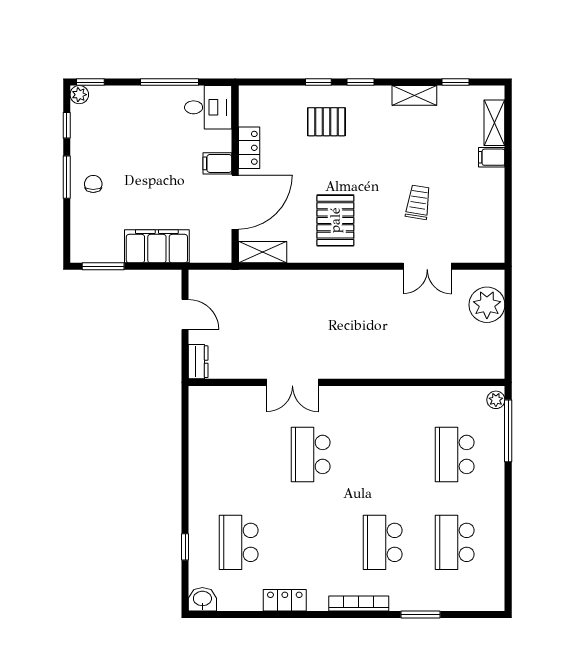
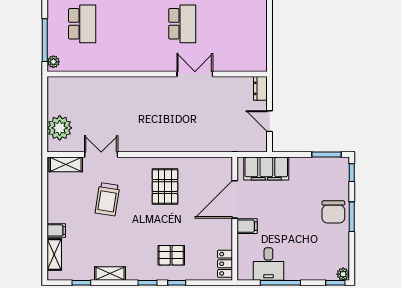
desk: (208, 107) -> (268, 264), moved, turned -90
window: (67, 125) -> (352, 173), moved
locker: (249, 148) -> (225, 264), moved
chair: (93, 184) -> (333, 212), width x1.87, depth x1.87
trolley: (418, 202) -> (107, 199), width x1.36, depth x1.39
filing cabinet: (157, 246) -> (266, 169), moved
shelving: (263, 252) -> (66, 164), moved

